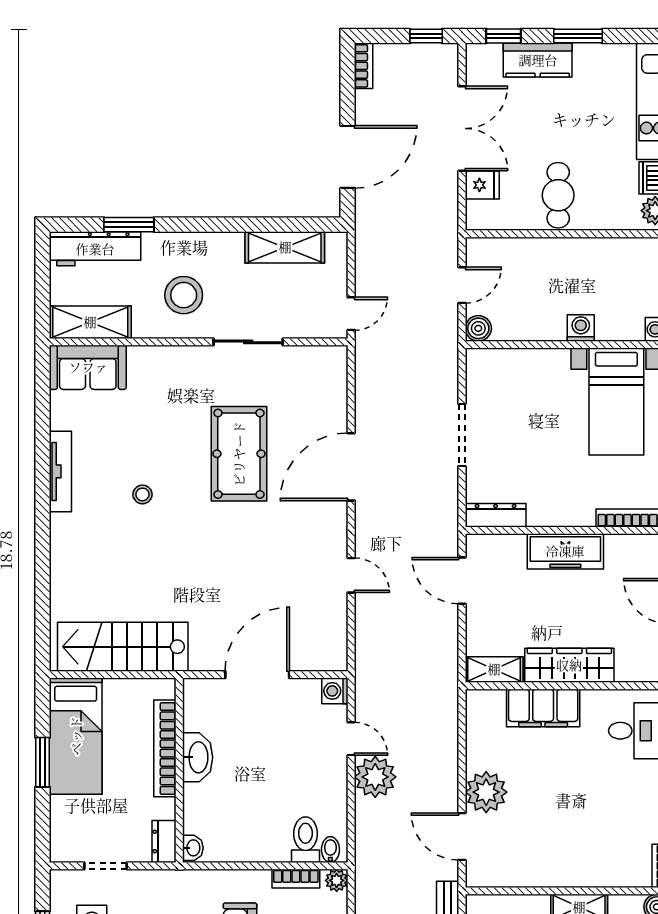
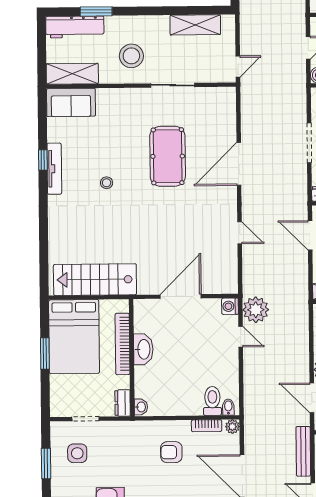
window: (43, 457) -> (43, 160), added
bed: (76, 736) -> (74, 337), width x1.50
plant: (375, 777) -> (256, 310), moved

